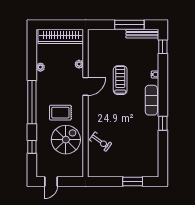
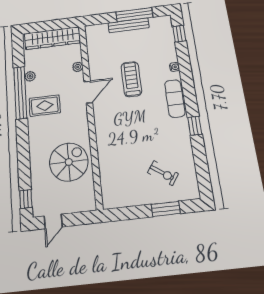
bench: (142, 34) -> (129, 25), moved
window: (32, 102) -> (20, 93), moved
rug: (60, 113) -> (45, 106), moved
exercise bike: (101, 142) -> (163, 173), moved
window: (32, 147) -> (26, 199), moved

